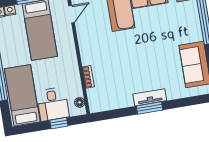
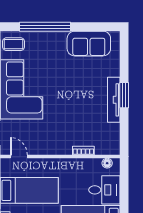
tv unit: (150, 97) -> (114, 100), width x1.41
window: (59, 123) -> (124, 187), removed

